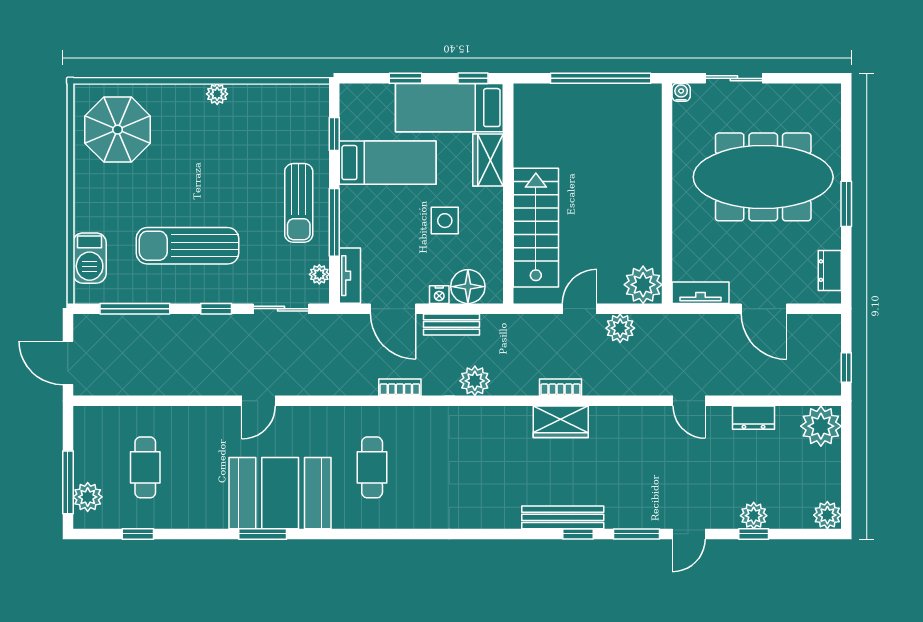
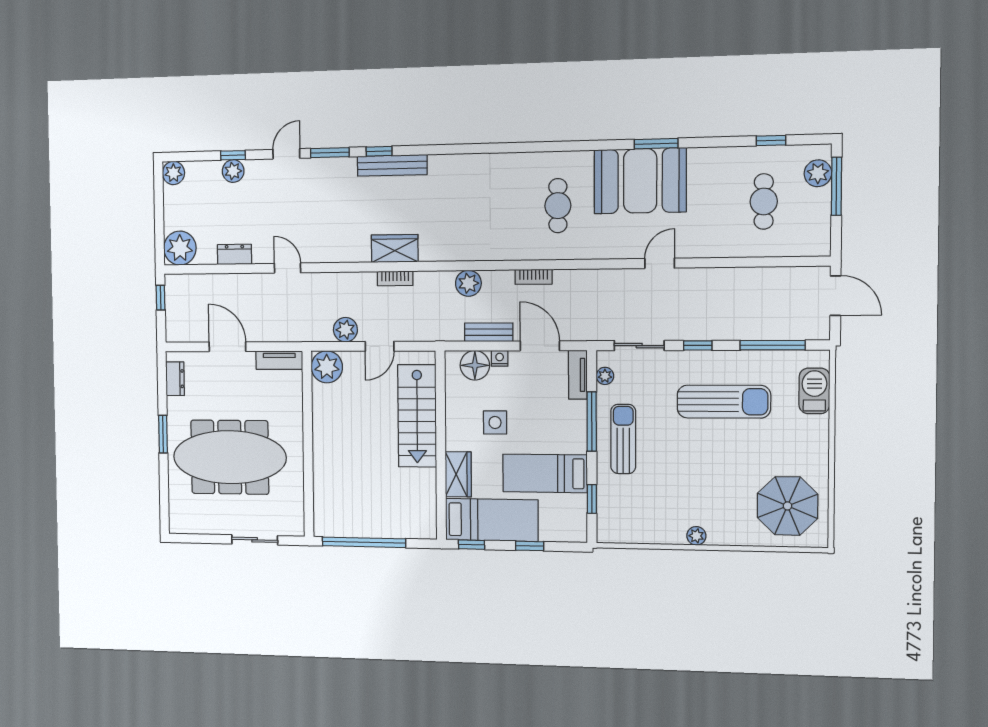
water cooler: (681, 92) -> (297, 529), removed

